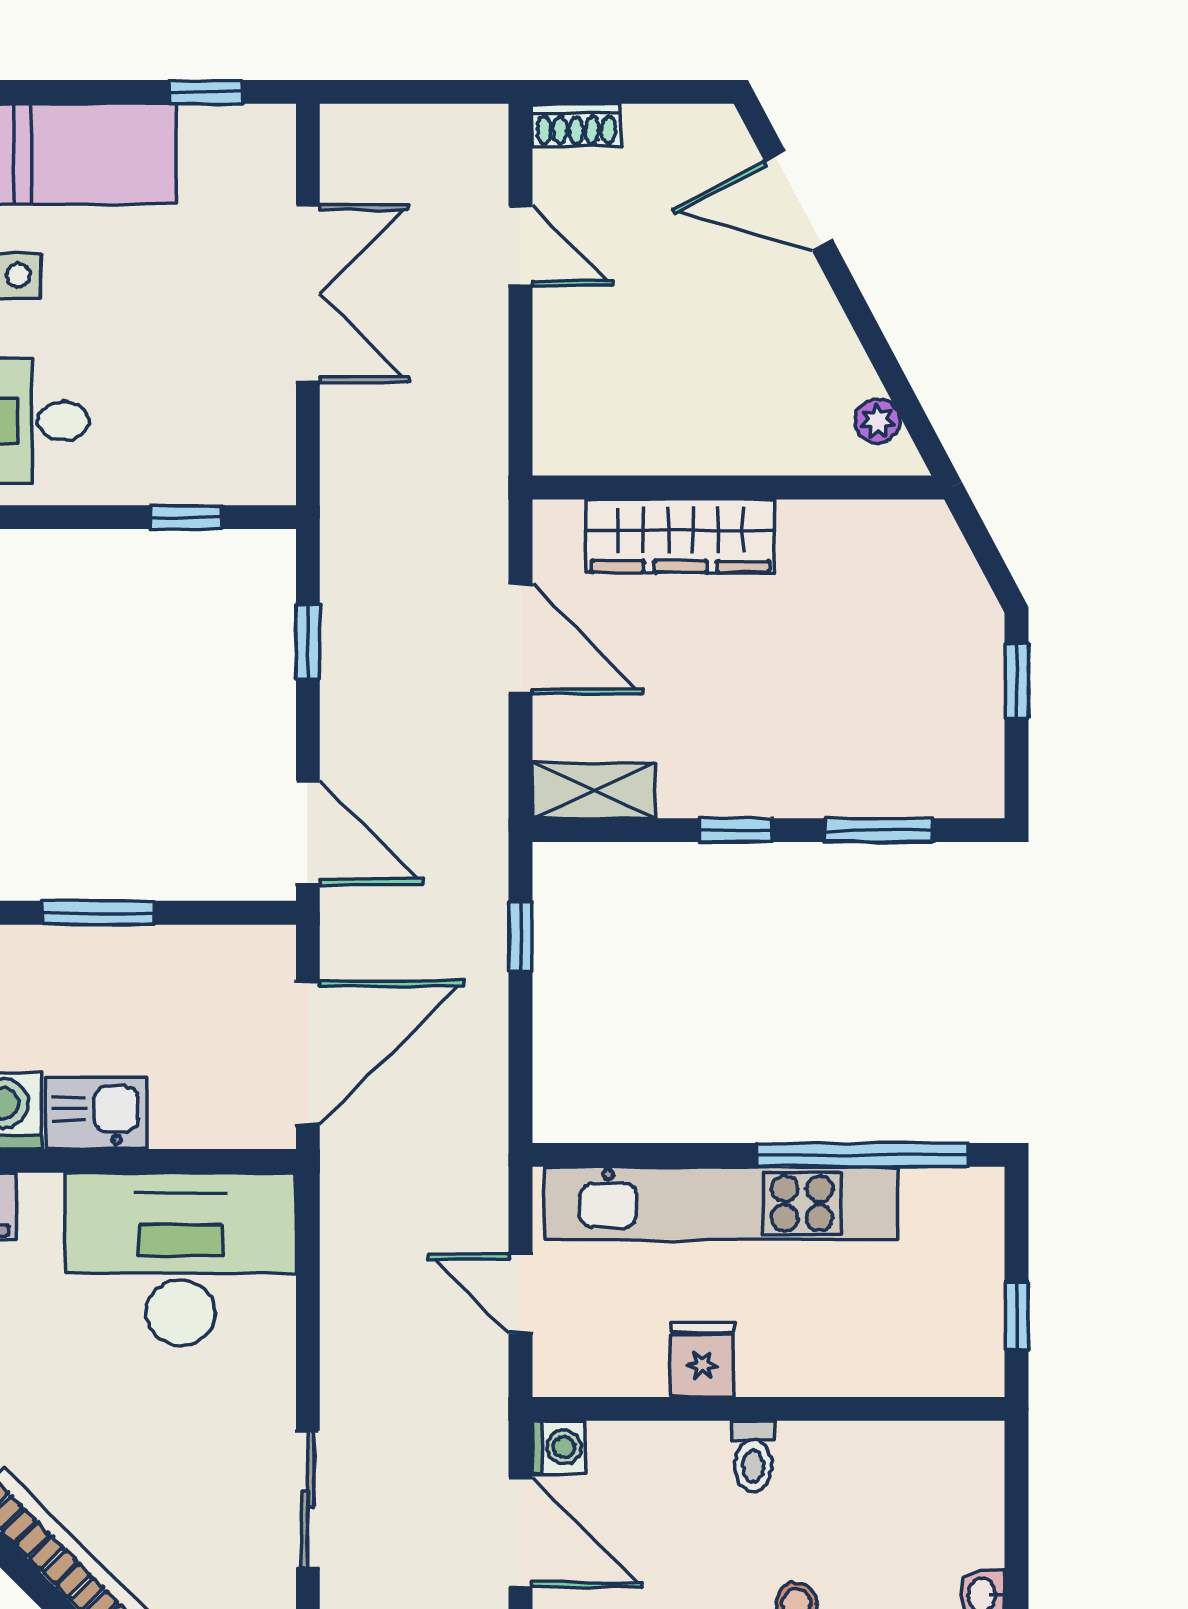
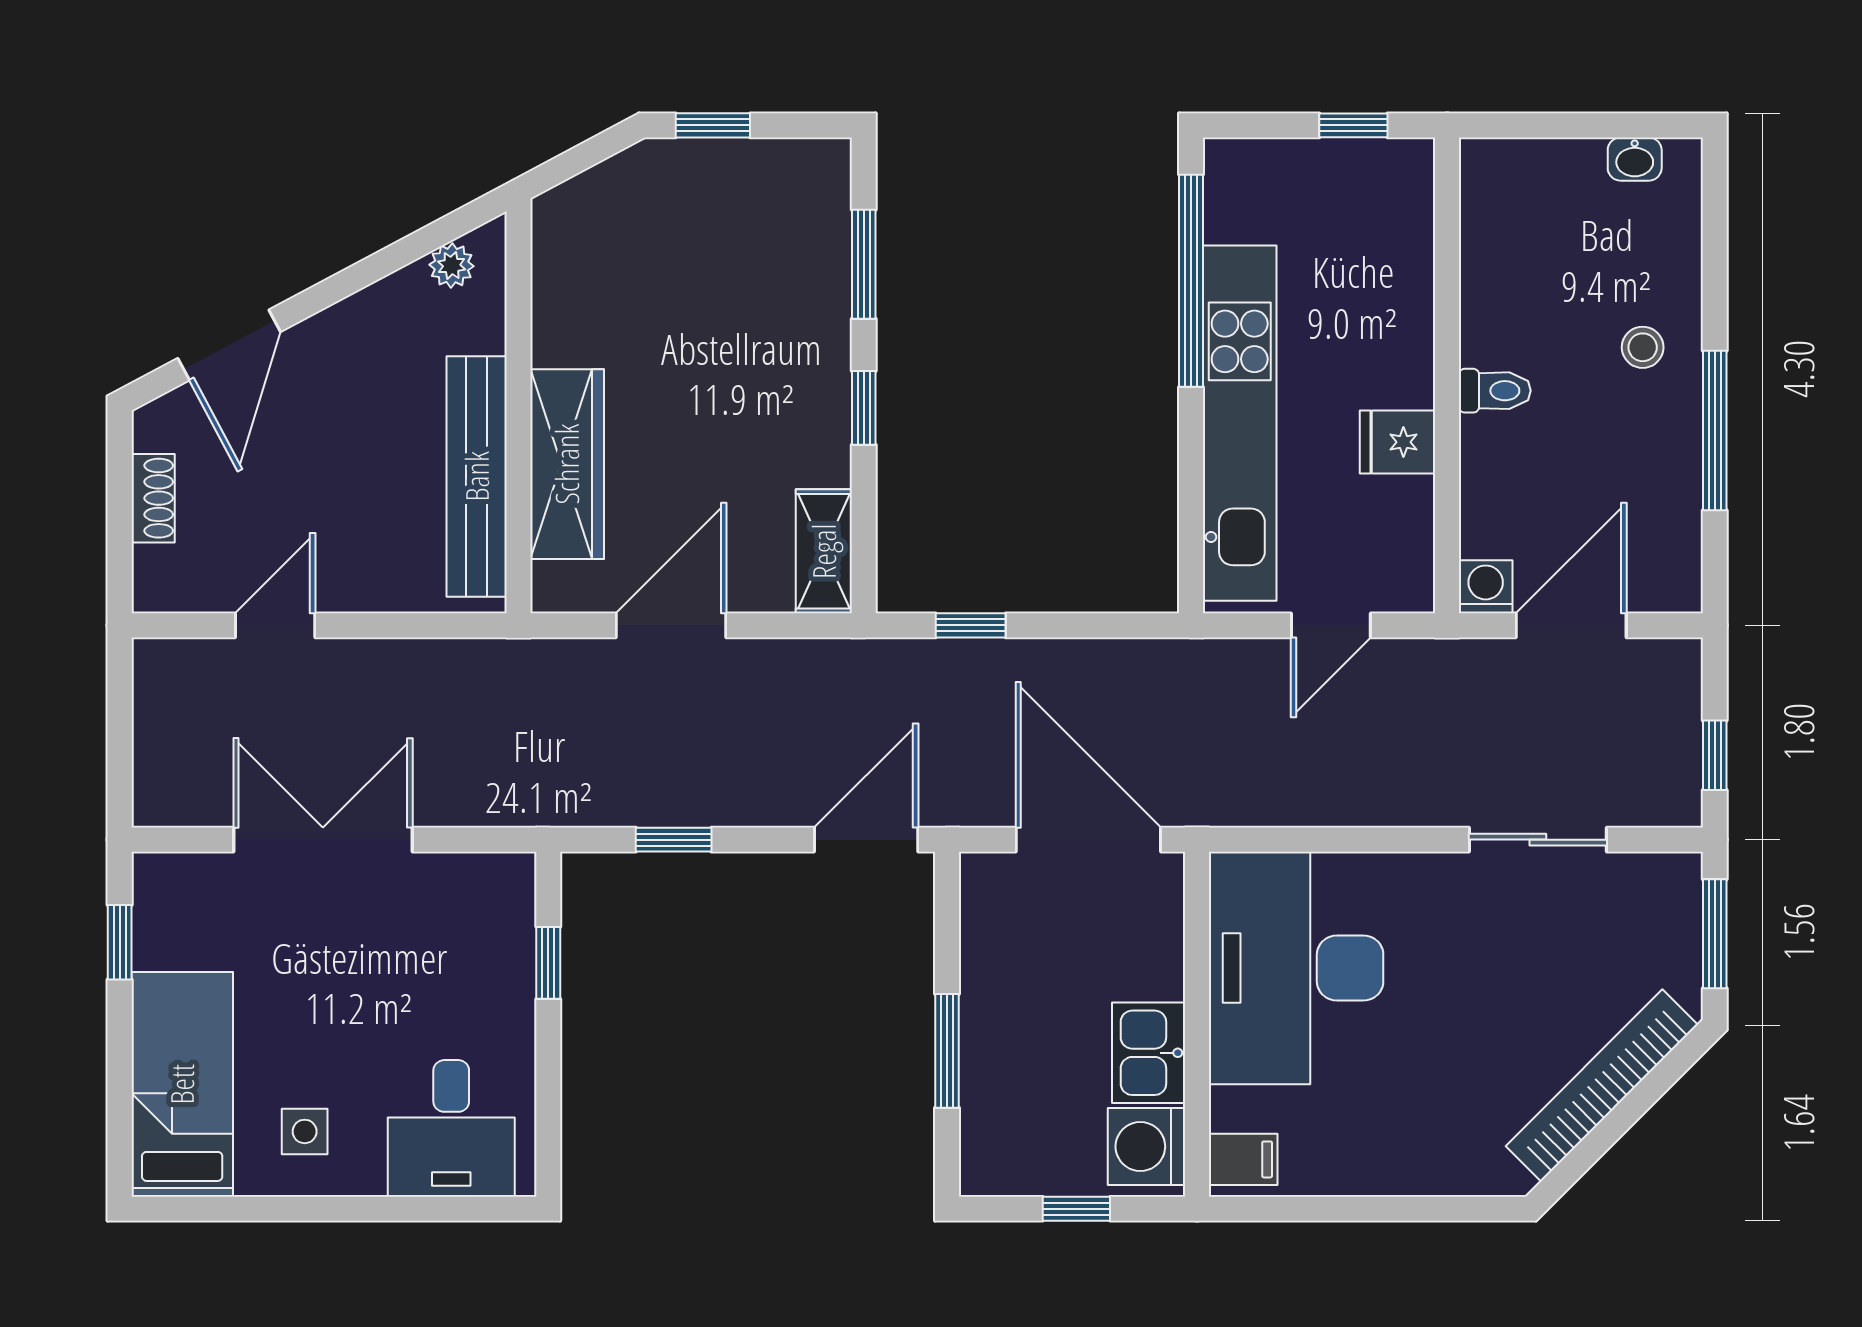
shoe rack: (576, 125) -> (153, 498), moved
bench: (668, 446) -> (477, 476), added

